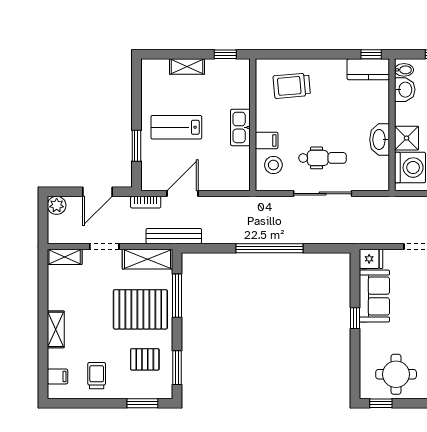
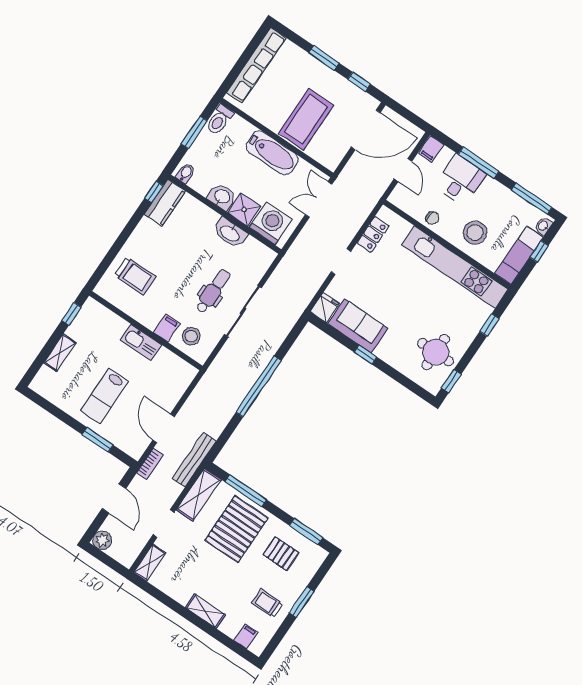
trolley: (292, 86) -> (135, 276), turned -85
washbasin: (405, 90) -> (222, 197), moved
pallet: (145, 359) -> (281, 554), turned 90
window: (142, 403) -> (302, 602), moved

